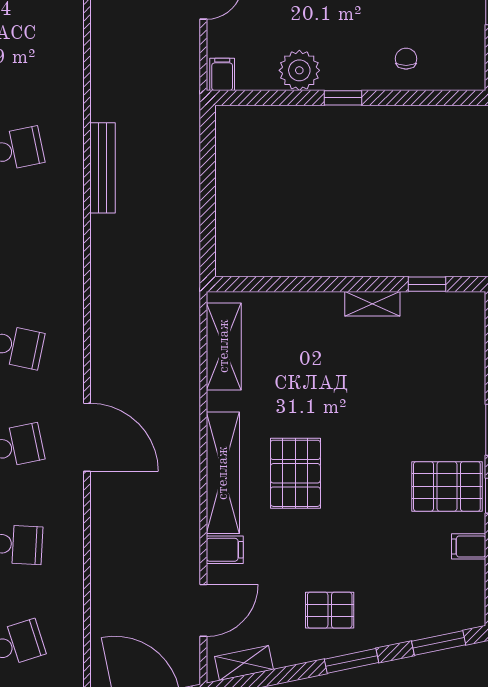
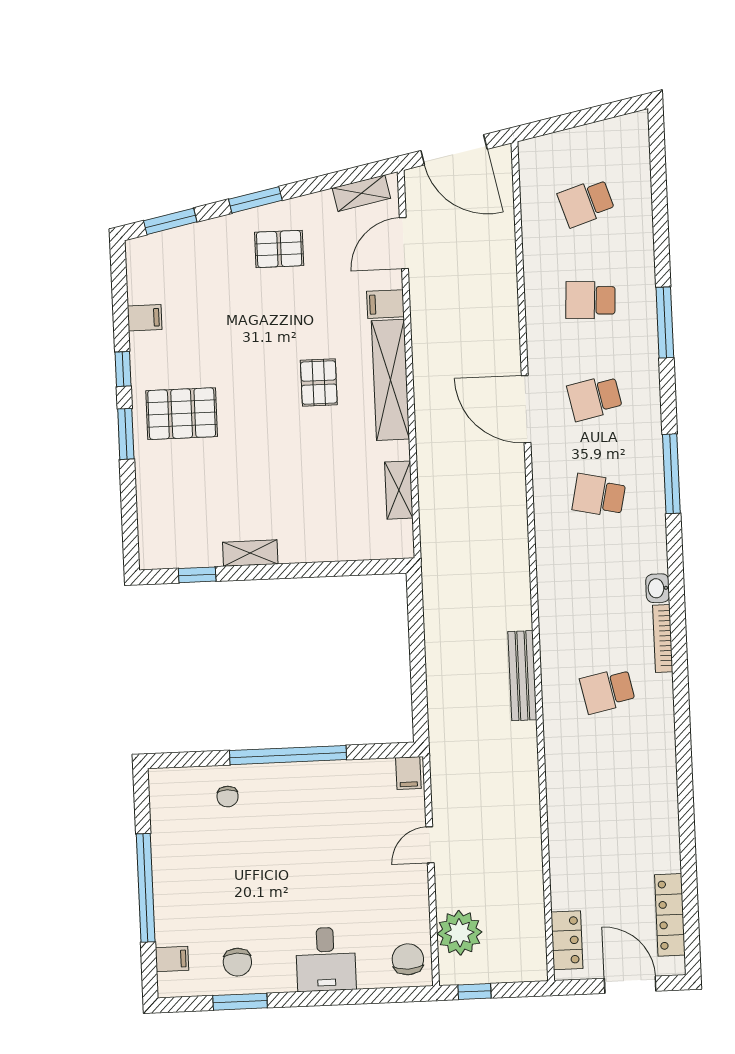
plant: (299, 70) -> (332, 780), removed
window: (343, 98) -> (288, 755), width x3.17
shelving: (224, 346) -> (399, 490), width x0.67, depth x0.75
pallet: (295, 473) -> (319, 383), width x0.67, depth x0.71
pallet: (447, 486) -> (182, 414), moved

